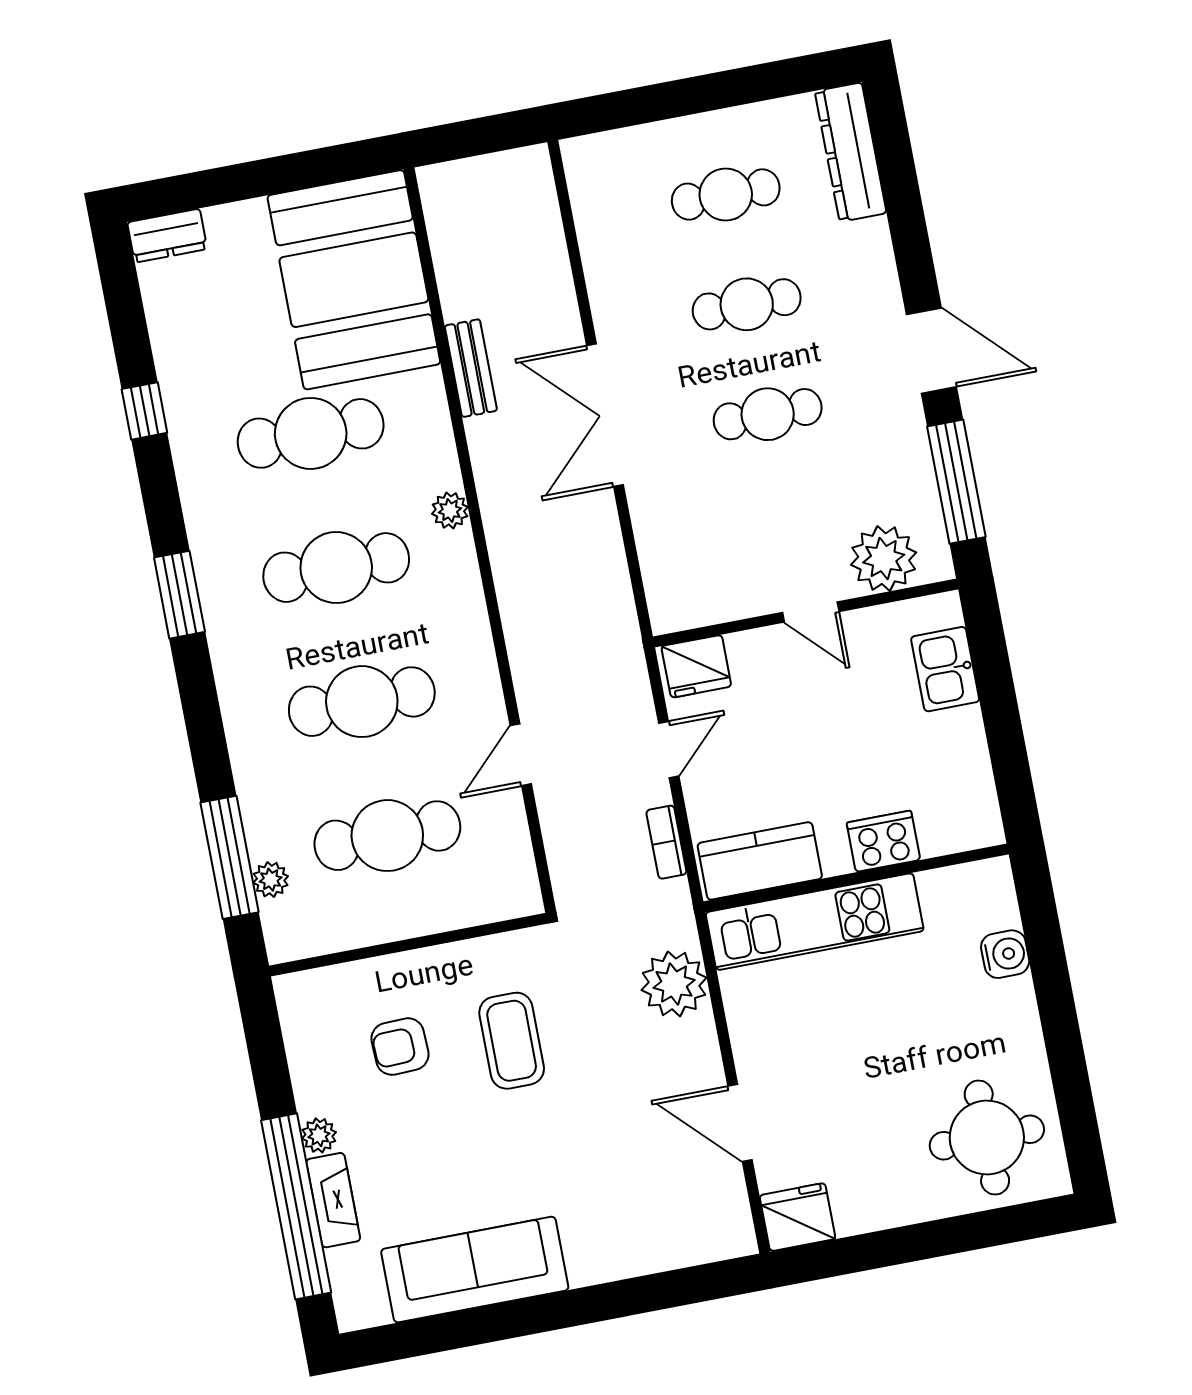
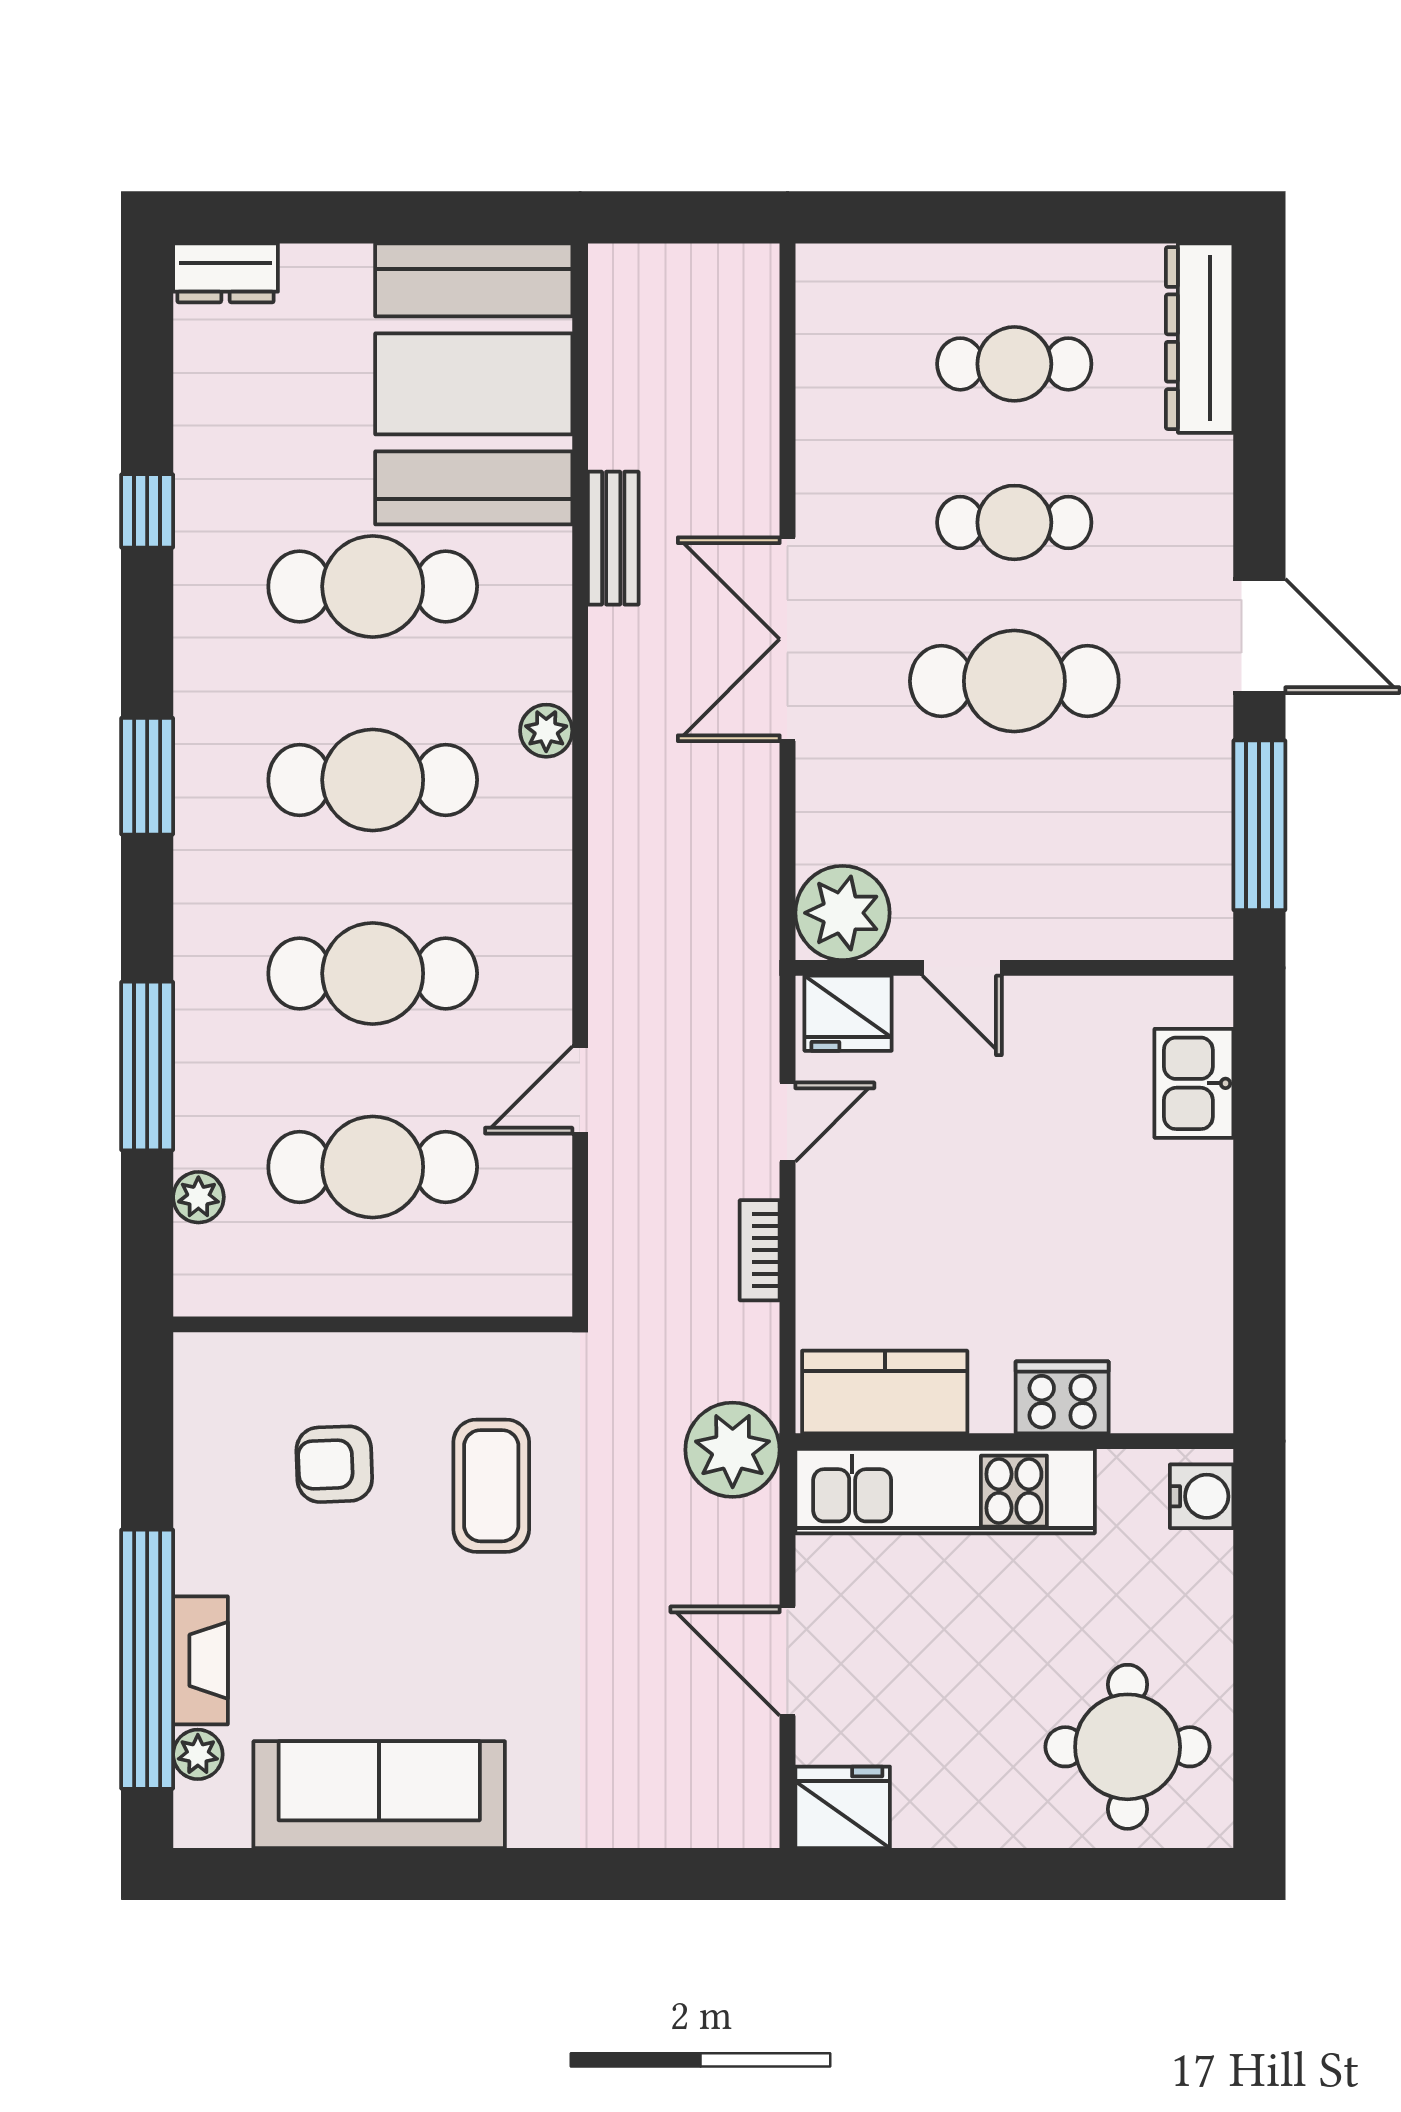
cafe table: (768, 414) -> (1014, 681), width x1.37, depth x1.35
plant: (884, 559) -> (842, 913), moved
door: (811, 612) -> (962, 968), moved
cooker: (883, 841) -> (1062, 1397), moved
window: (230, 857) -> (147, 1066), moved
kitchen counter: (760, 861) -> (885, 1392), moved
wall: (856, 878) -> (1014, 1441), moved
kitchen unit: (815, 922) -> (945, 1491), moved
plant: (319, 1135) -> (198, 1754), moved

